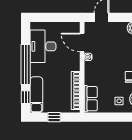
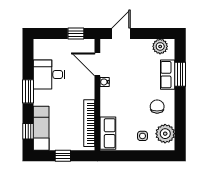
window: (65, 17) -> (76, 33), added
desk: (43, 46) -> (49, 74), width x0.73
window: (26, 65) -> (28, 91), width x0.47

